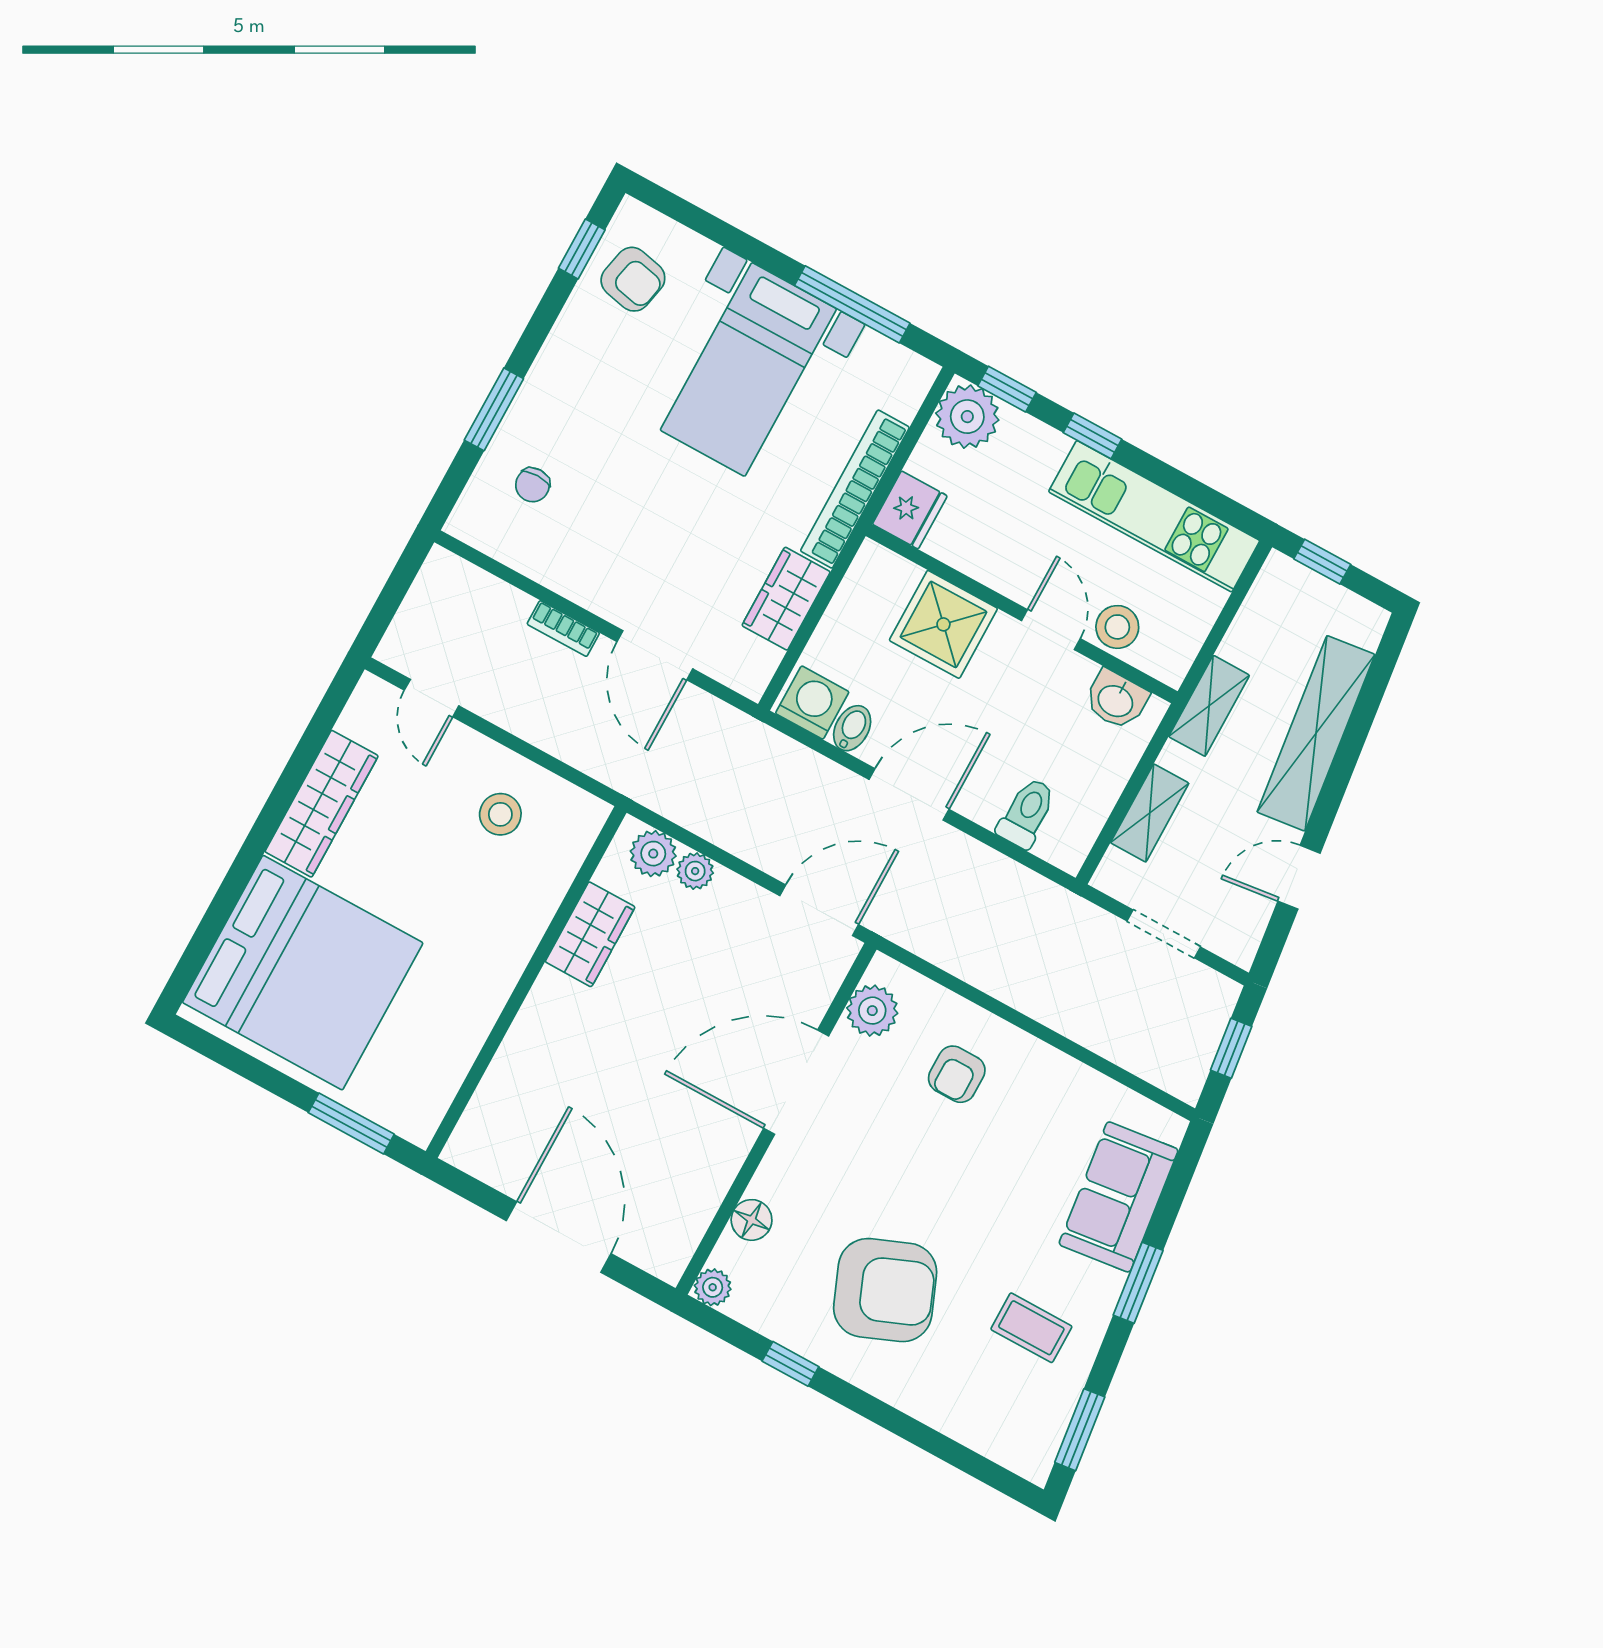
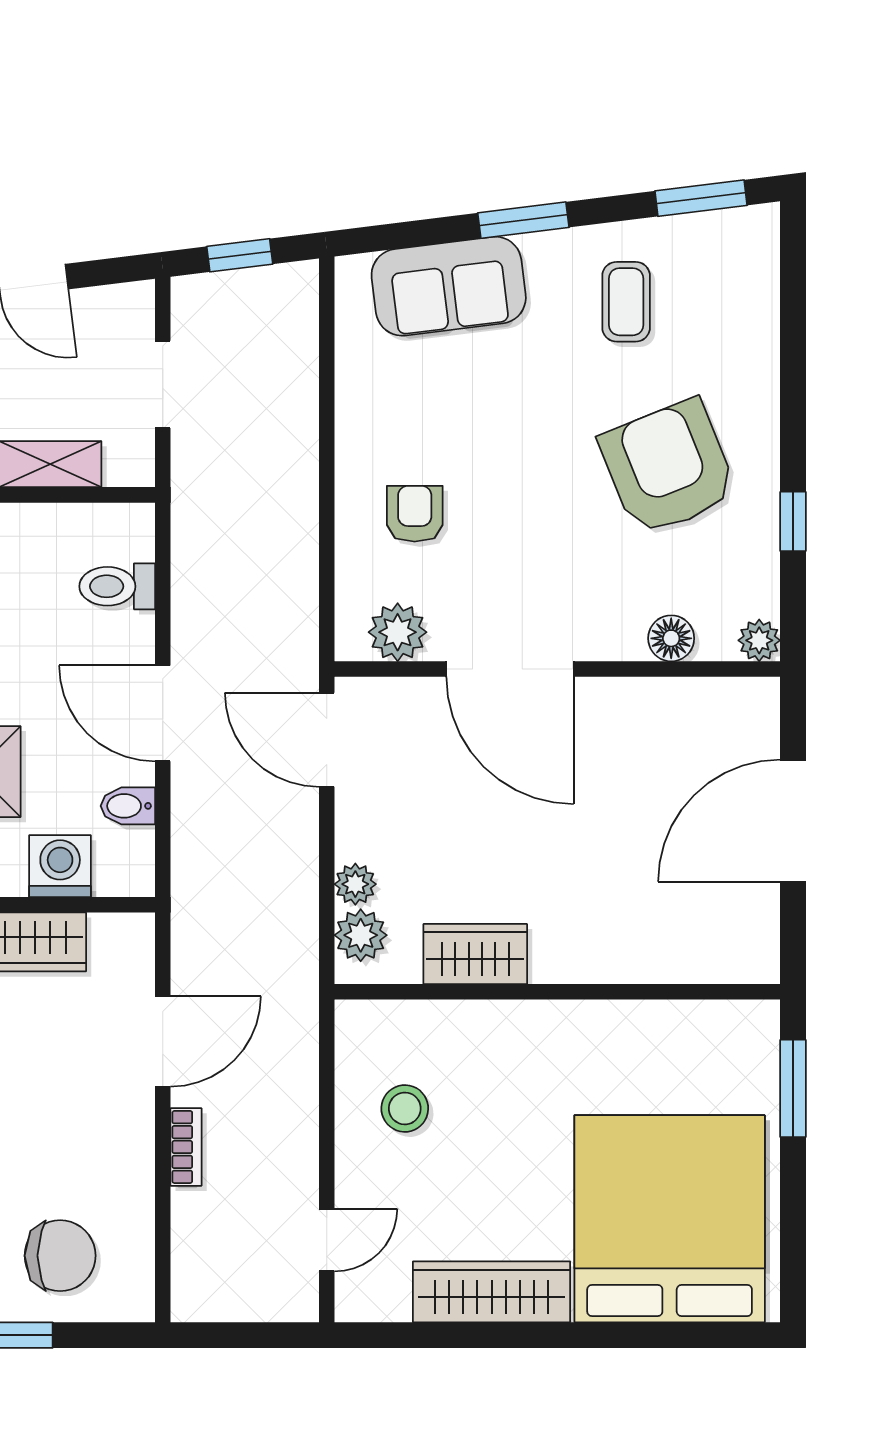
chair: (533, 485) -> (60, 1256), width x1.87, depth x1.87
washing machine: (812, 703) -> (60, 866), moved, turned 90
armchair: (957, 1074) -> (415, 514), turned -90

